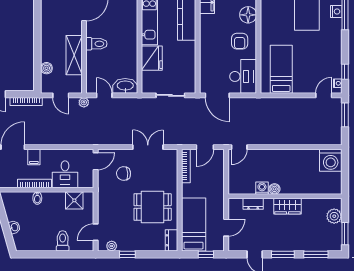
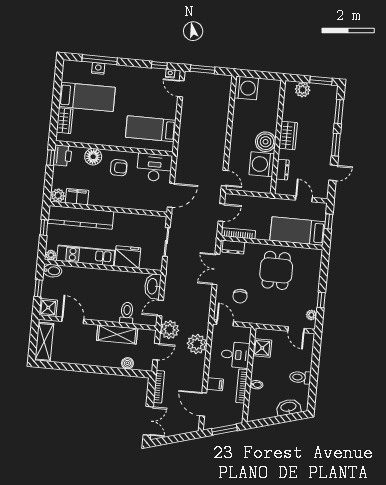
toilet: (96, 44) -> (127, 313), moved
plant: (84, 102) -> (170, 330), width x1.88, depth x1.88
plant: (72, 135) -> (197, 344), added
door: (205, 147) -> (221, 212), hinge flipped
washing machine: (262, 188) -> (262, 164), width x1.89, depth x1.89
boiler: (274, 189) -> (266, 142), width x1.86, depth x1.86
washbasin: (14, 227) -> (289, 407), width x1.91, depth x1.45
dresser: (172, 240) -> (233, 247), moved
toilet: (63, 241) -> (300, 377), moved

